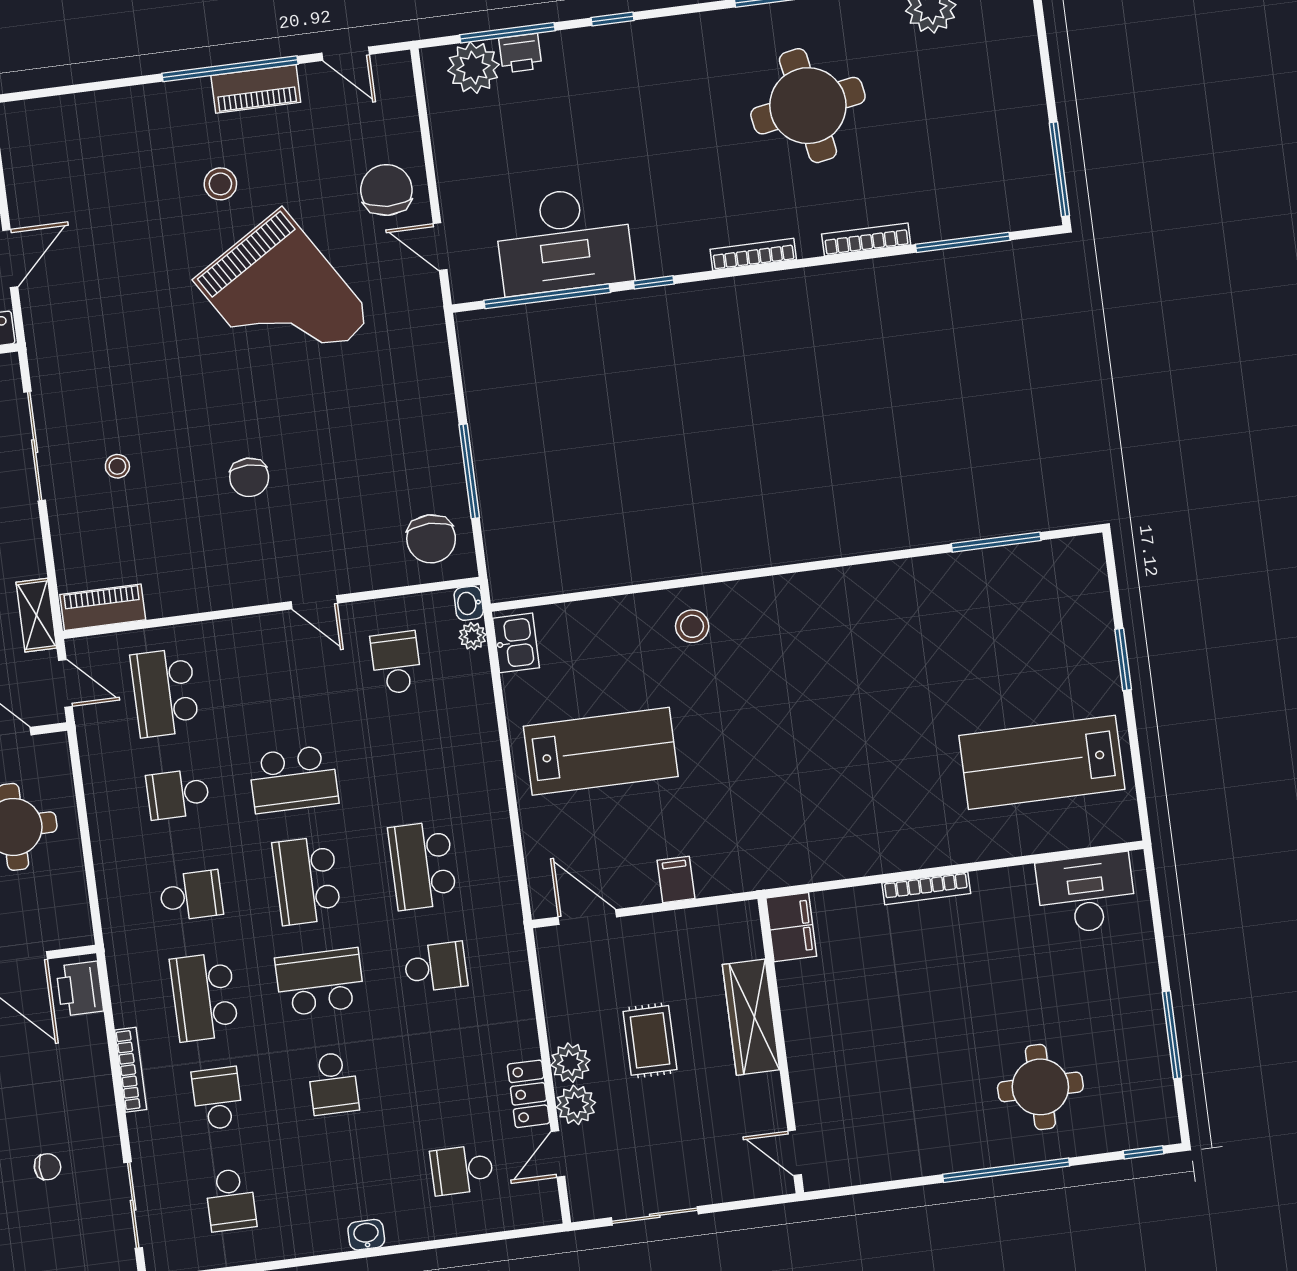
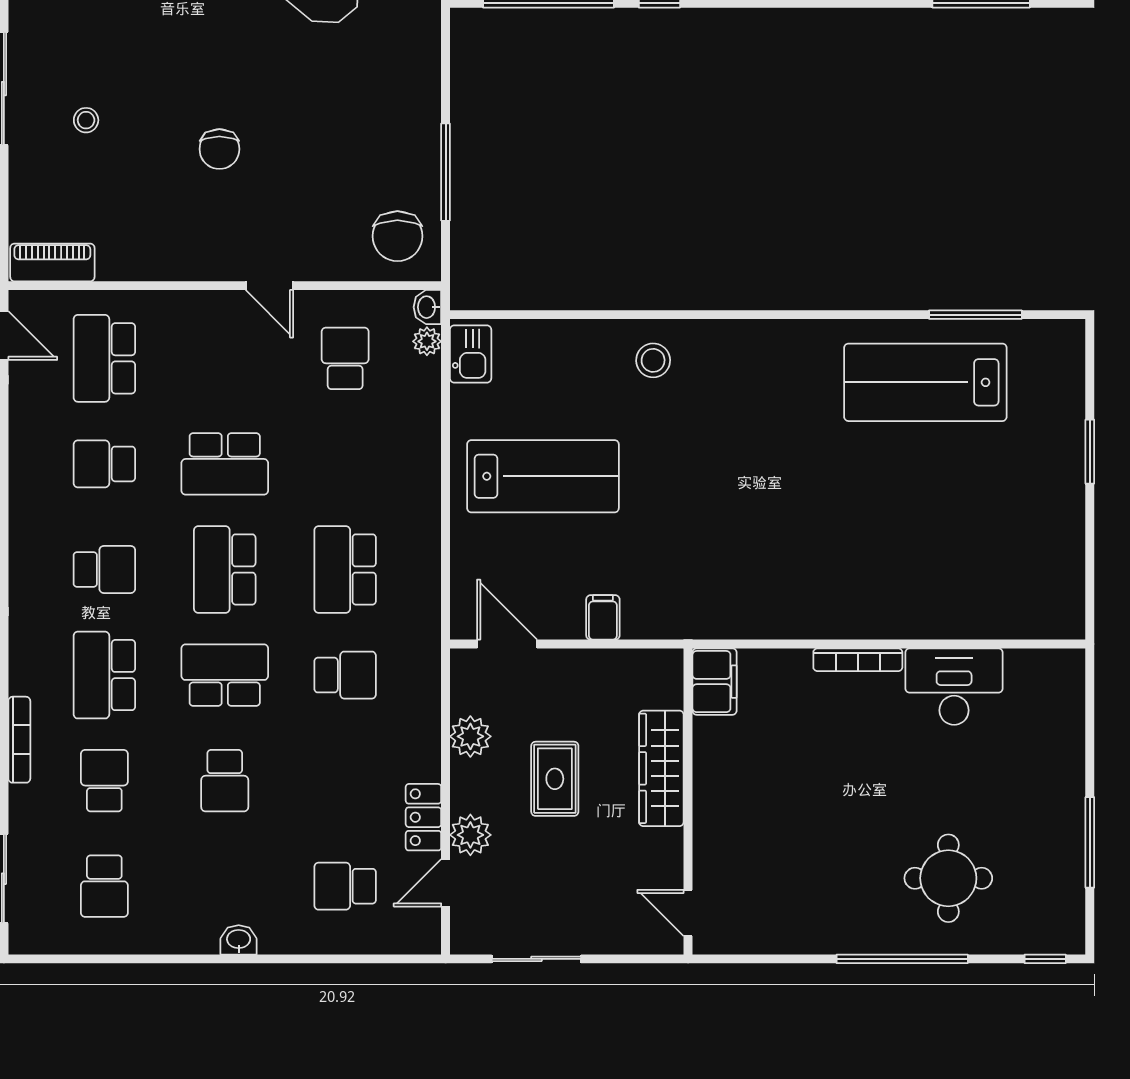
lab bench: (1042, 762) -> (925, 382), moved
desk: (1086, 894) -> (954, 687), moved
plant: (570, 1063) -> (470, 736), moved

